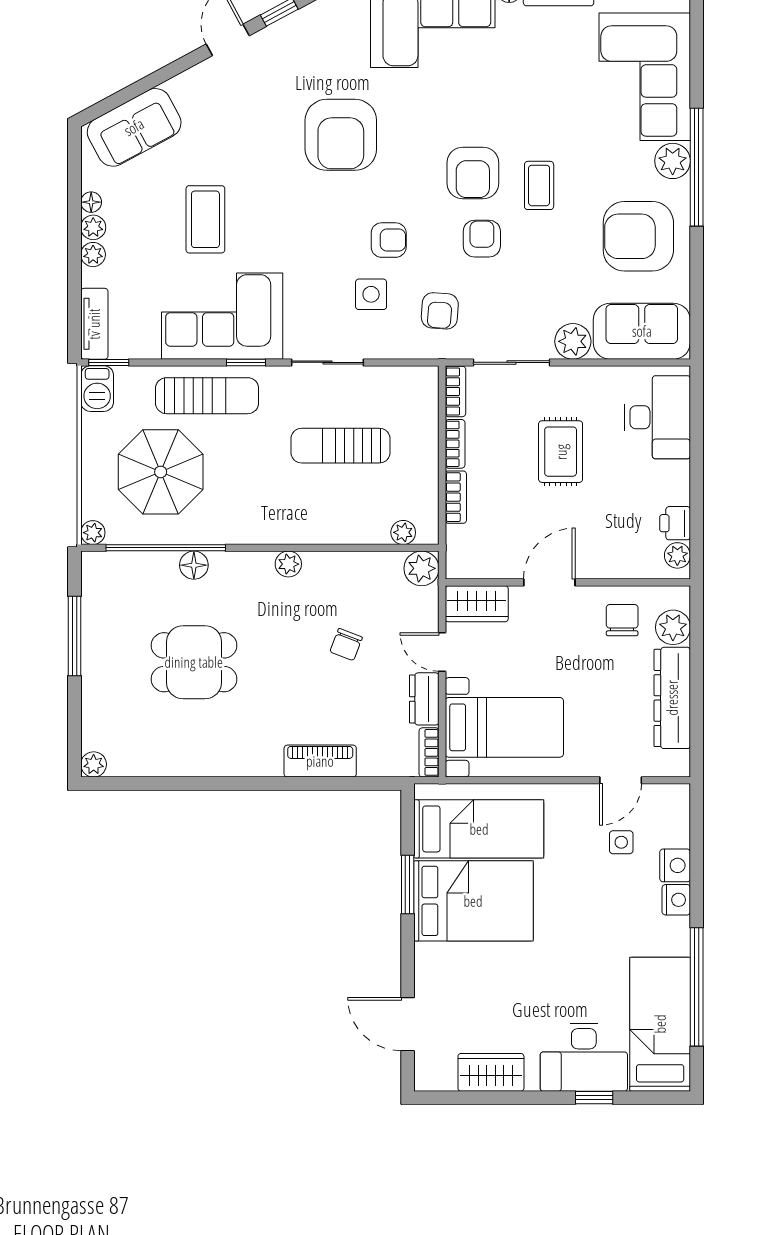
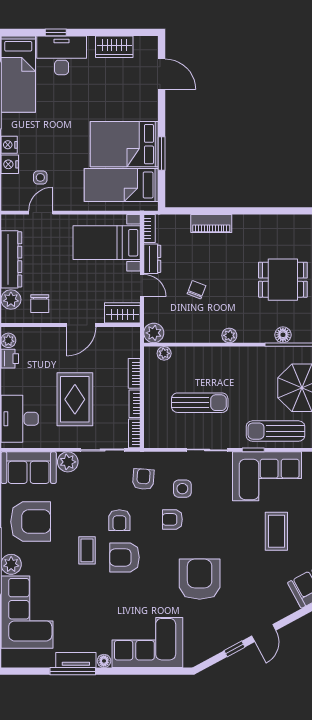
armchair: (473, 173) -> (125, 557), turned -90
rug: (561, 452) -> (75, 399), width x1.36, depth x1.43

